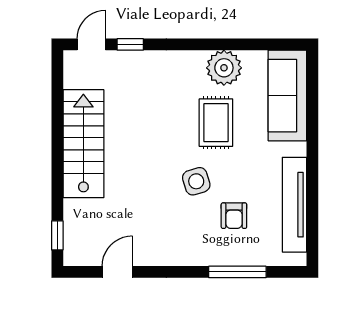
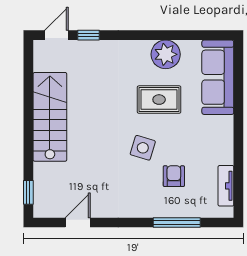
rug: (216, 123) -> (159, 100), turned 90
side table: (196, 181) -> (143, 148), turned 34
tv unit: (294, 205) -> (226, 186), width x0.52, depth x0.78
armchair: (234, 216) -> (174, 176), turned 180

